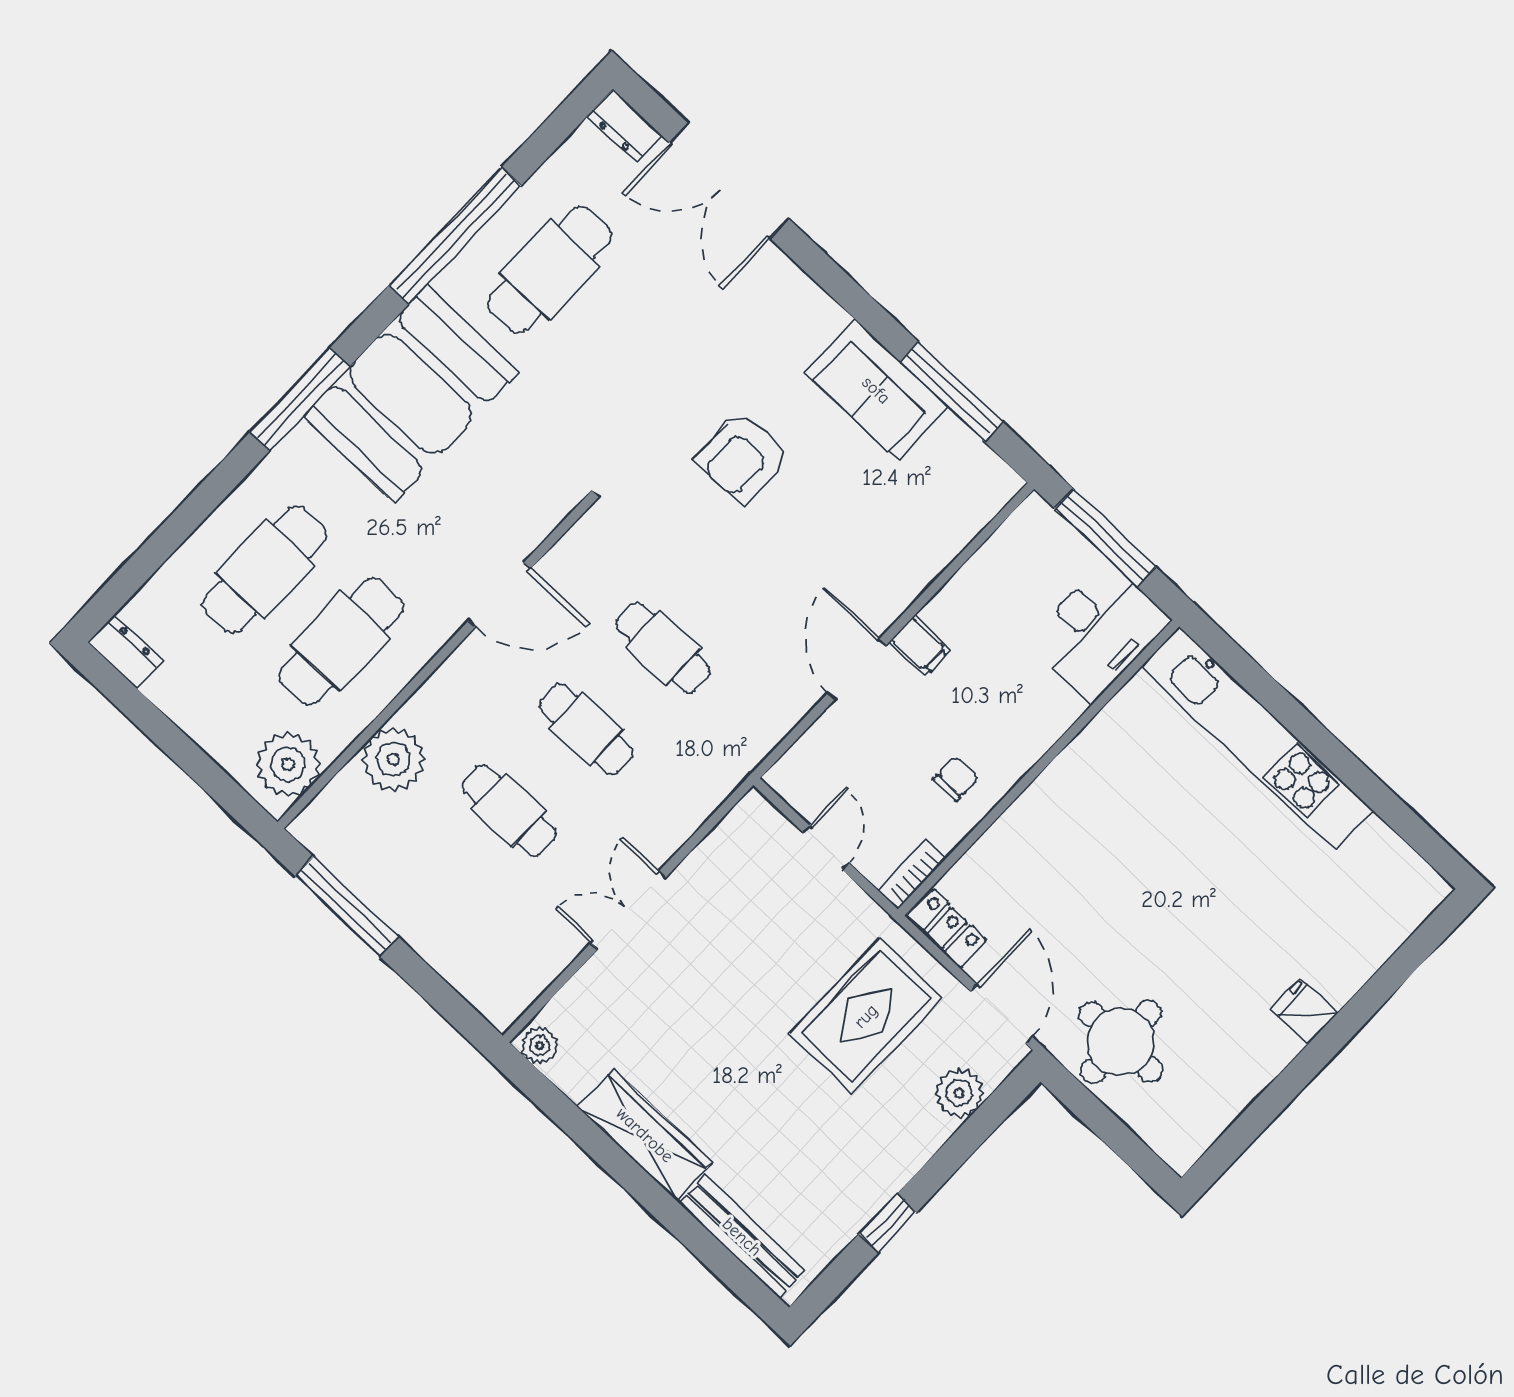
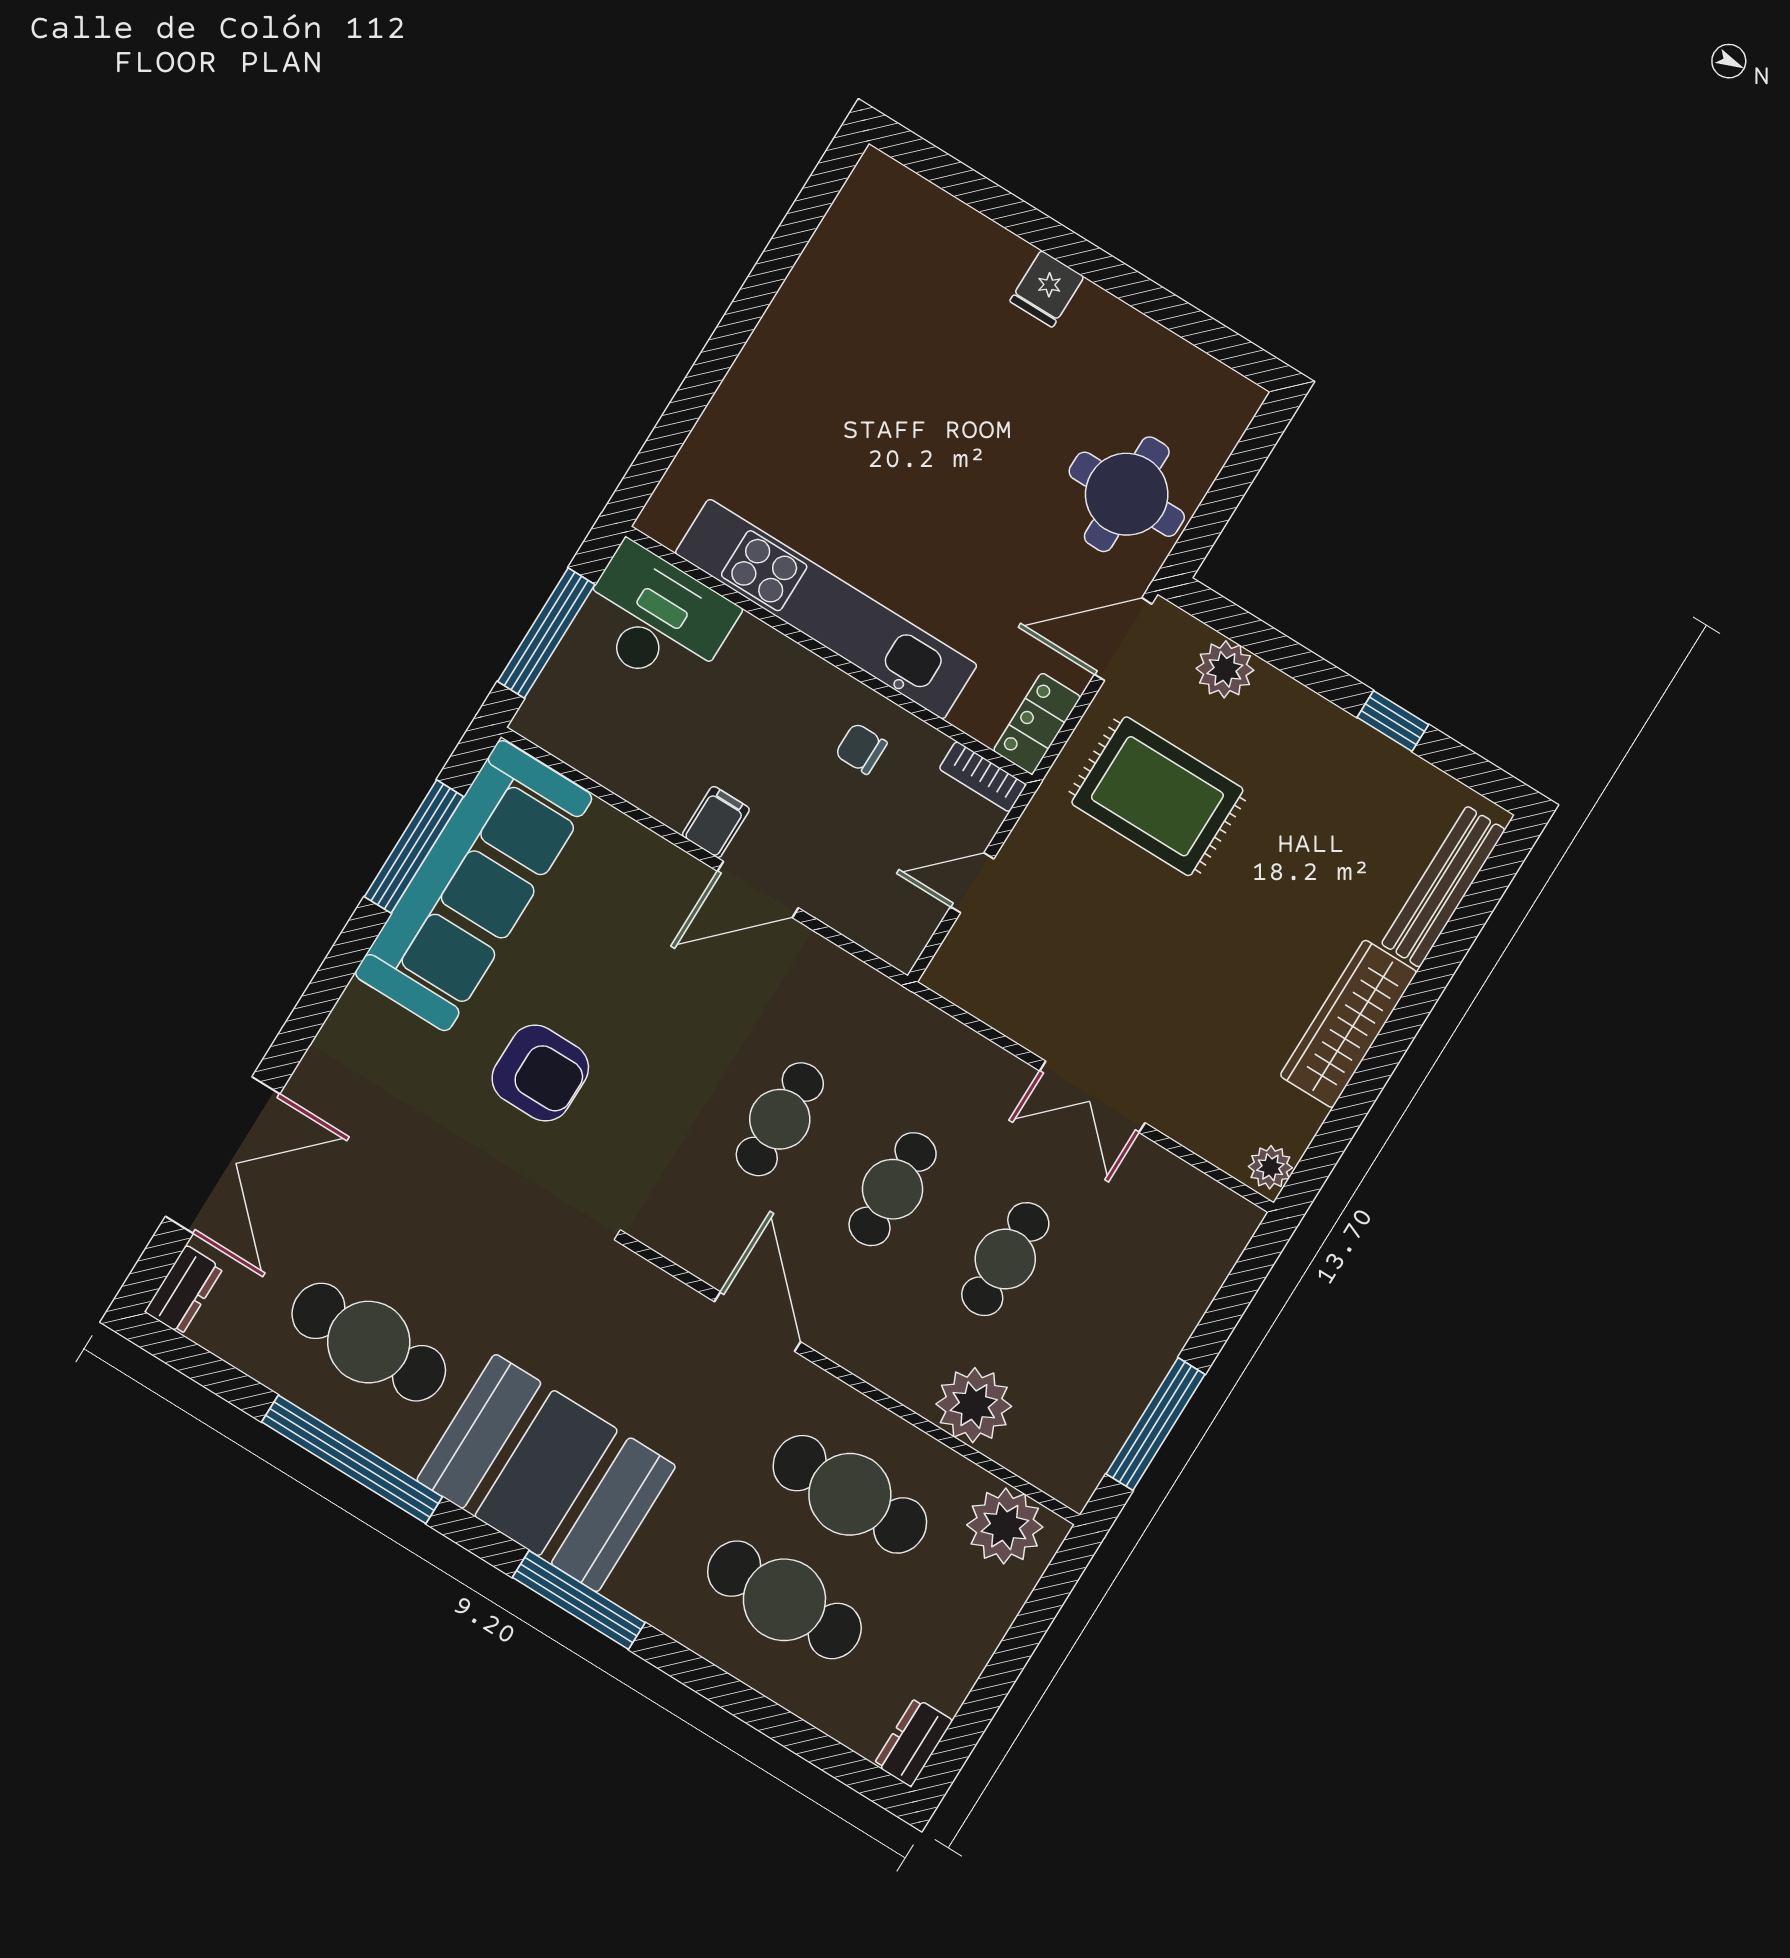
sofa: (876, 390) -> (474, 886), width x1.85, depth x1.27
kitchen unit: (1257, 738) -> (826, 609), moved, turned -90

